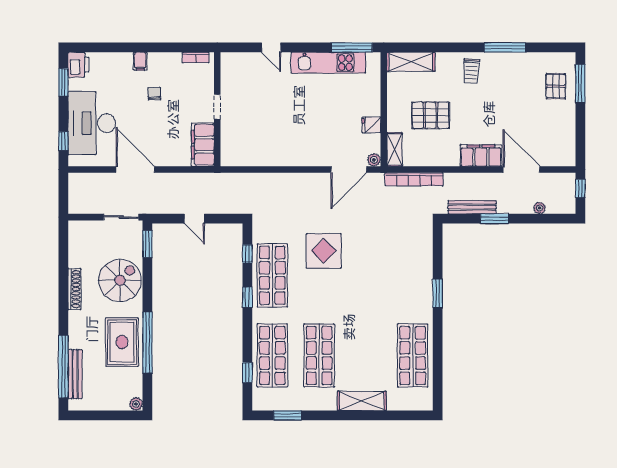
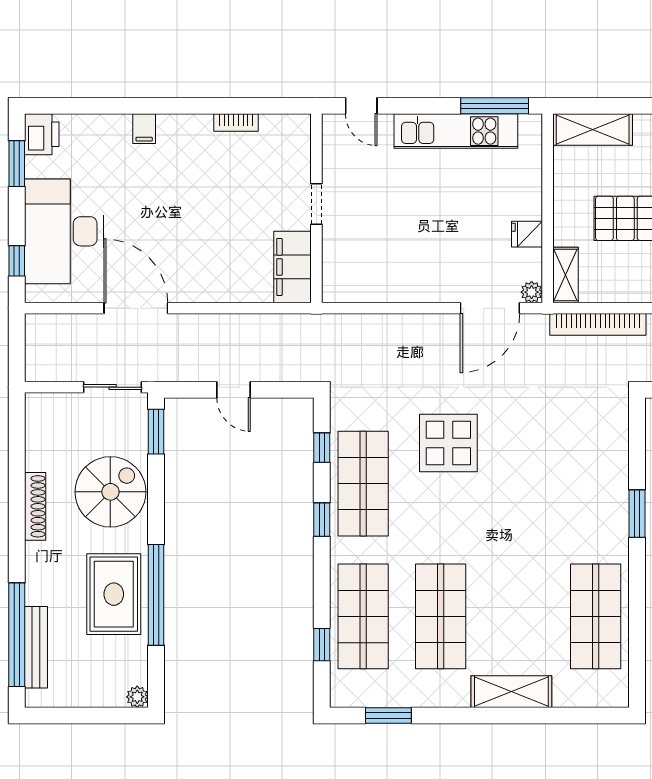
chair: (154, 94) -> (167, 183), removed
doorway: (217, 107) -> (316, 204), moved
wall: (217, 109) -> (316, 208), moved
filing cabinet: (203, 145) -> (292, 267), moved

